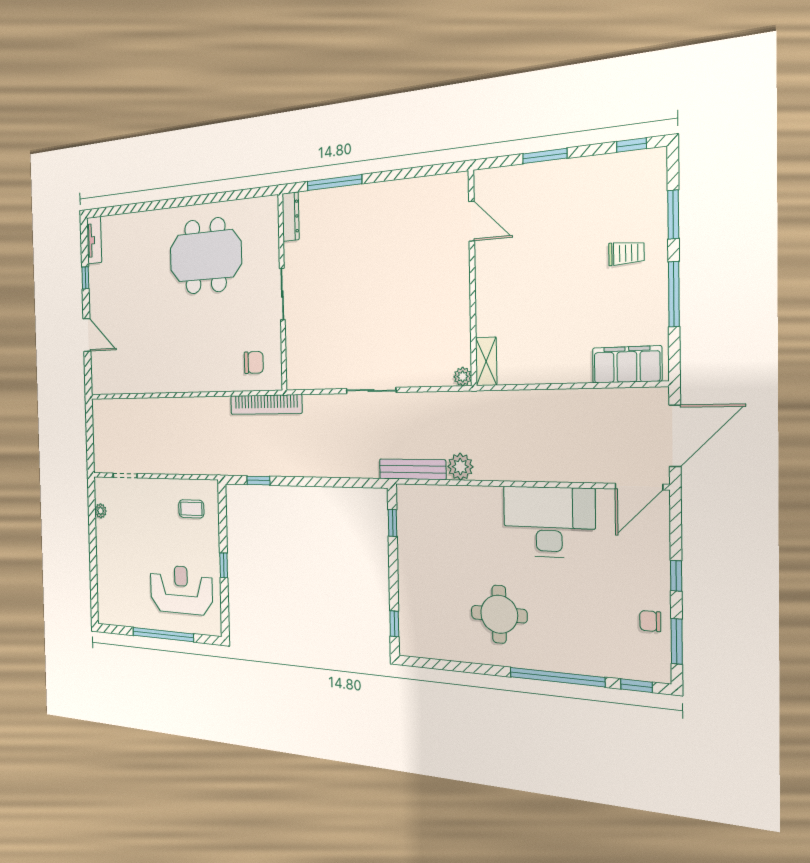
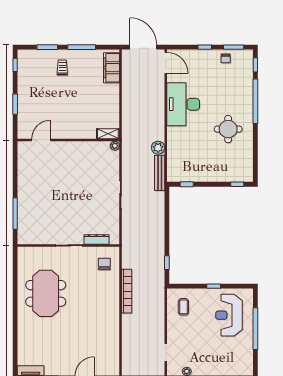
dresser: (291, 217) -> (97, 239), moved
bookcase: (266, 404) -> (127, 291), moved

